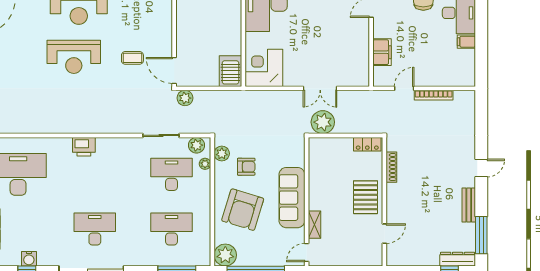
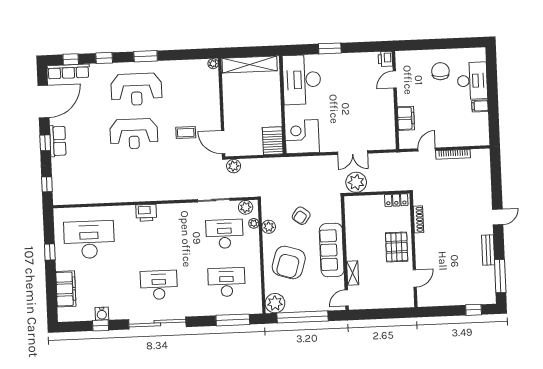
plant: (222, 154) -> (269, 227), moved
armchair: (246, 167) -> (301, 216), moved, turned 126
dresser: (458, 259) -> (480, 298), removed

